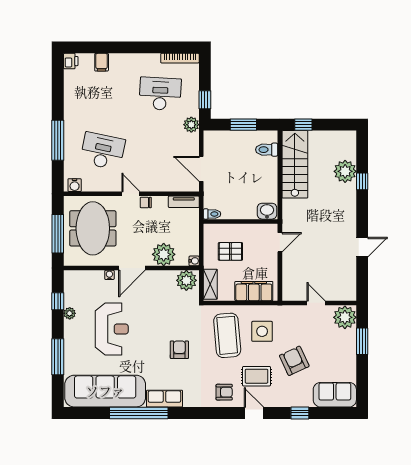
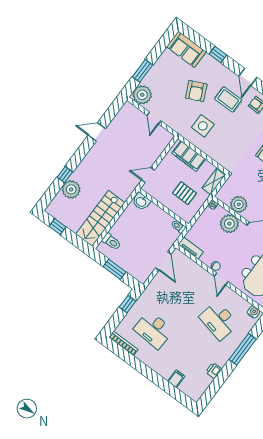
printer: (71, 61) -> (214, 371), moved
plant: (191, 125) -> (148, 295), removed
window: (303, 125) -> (57, 227), moved
plant: (186, 280) -> (239, 204), moved
coffee table: (227, 335) -> (227, 140), removed

